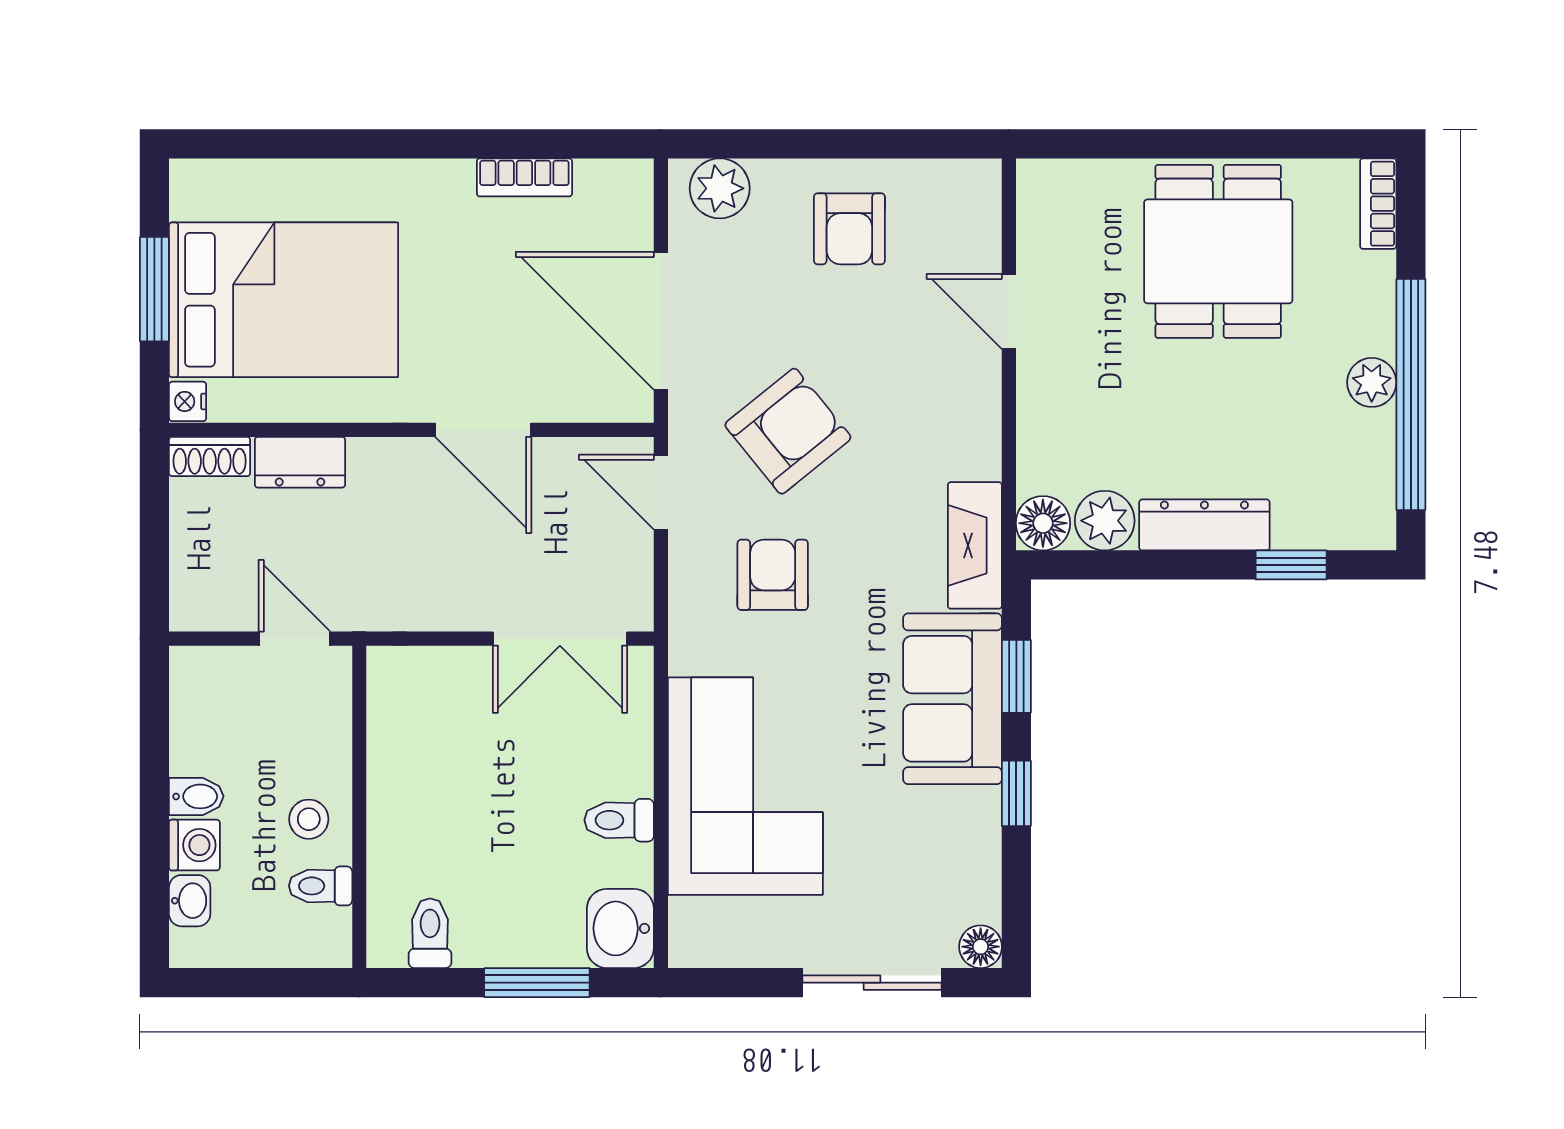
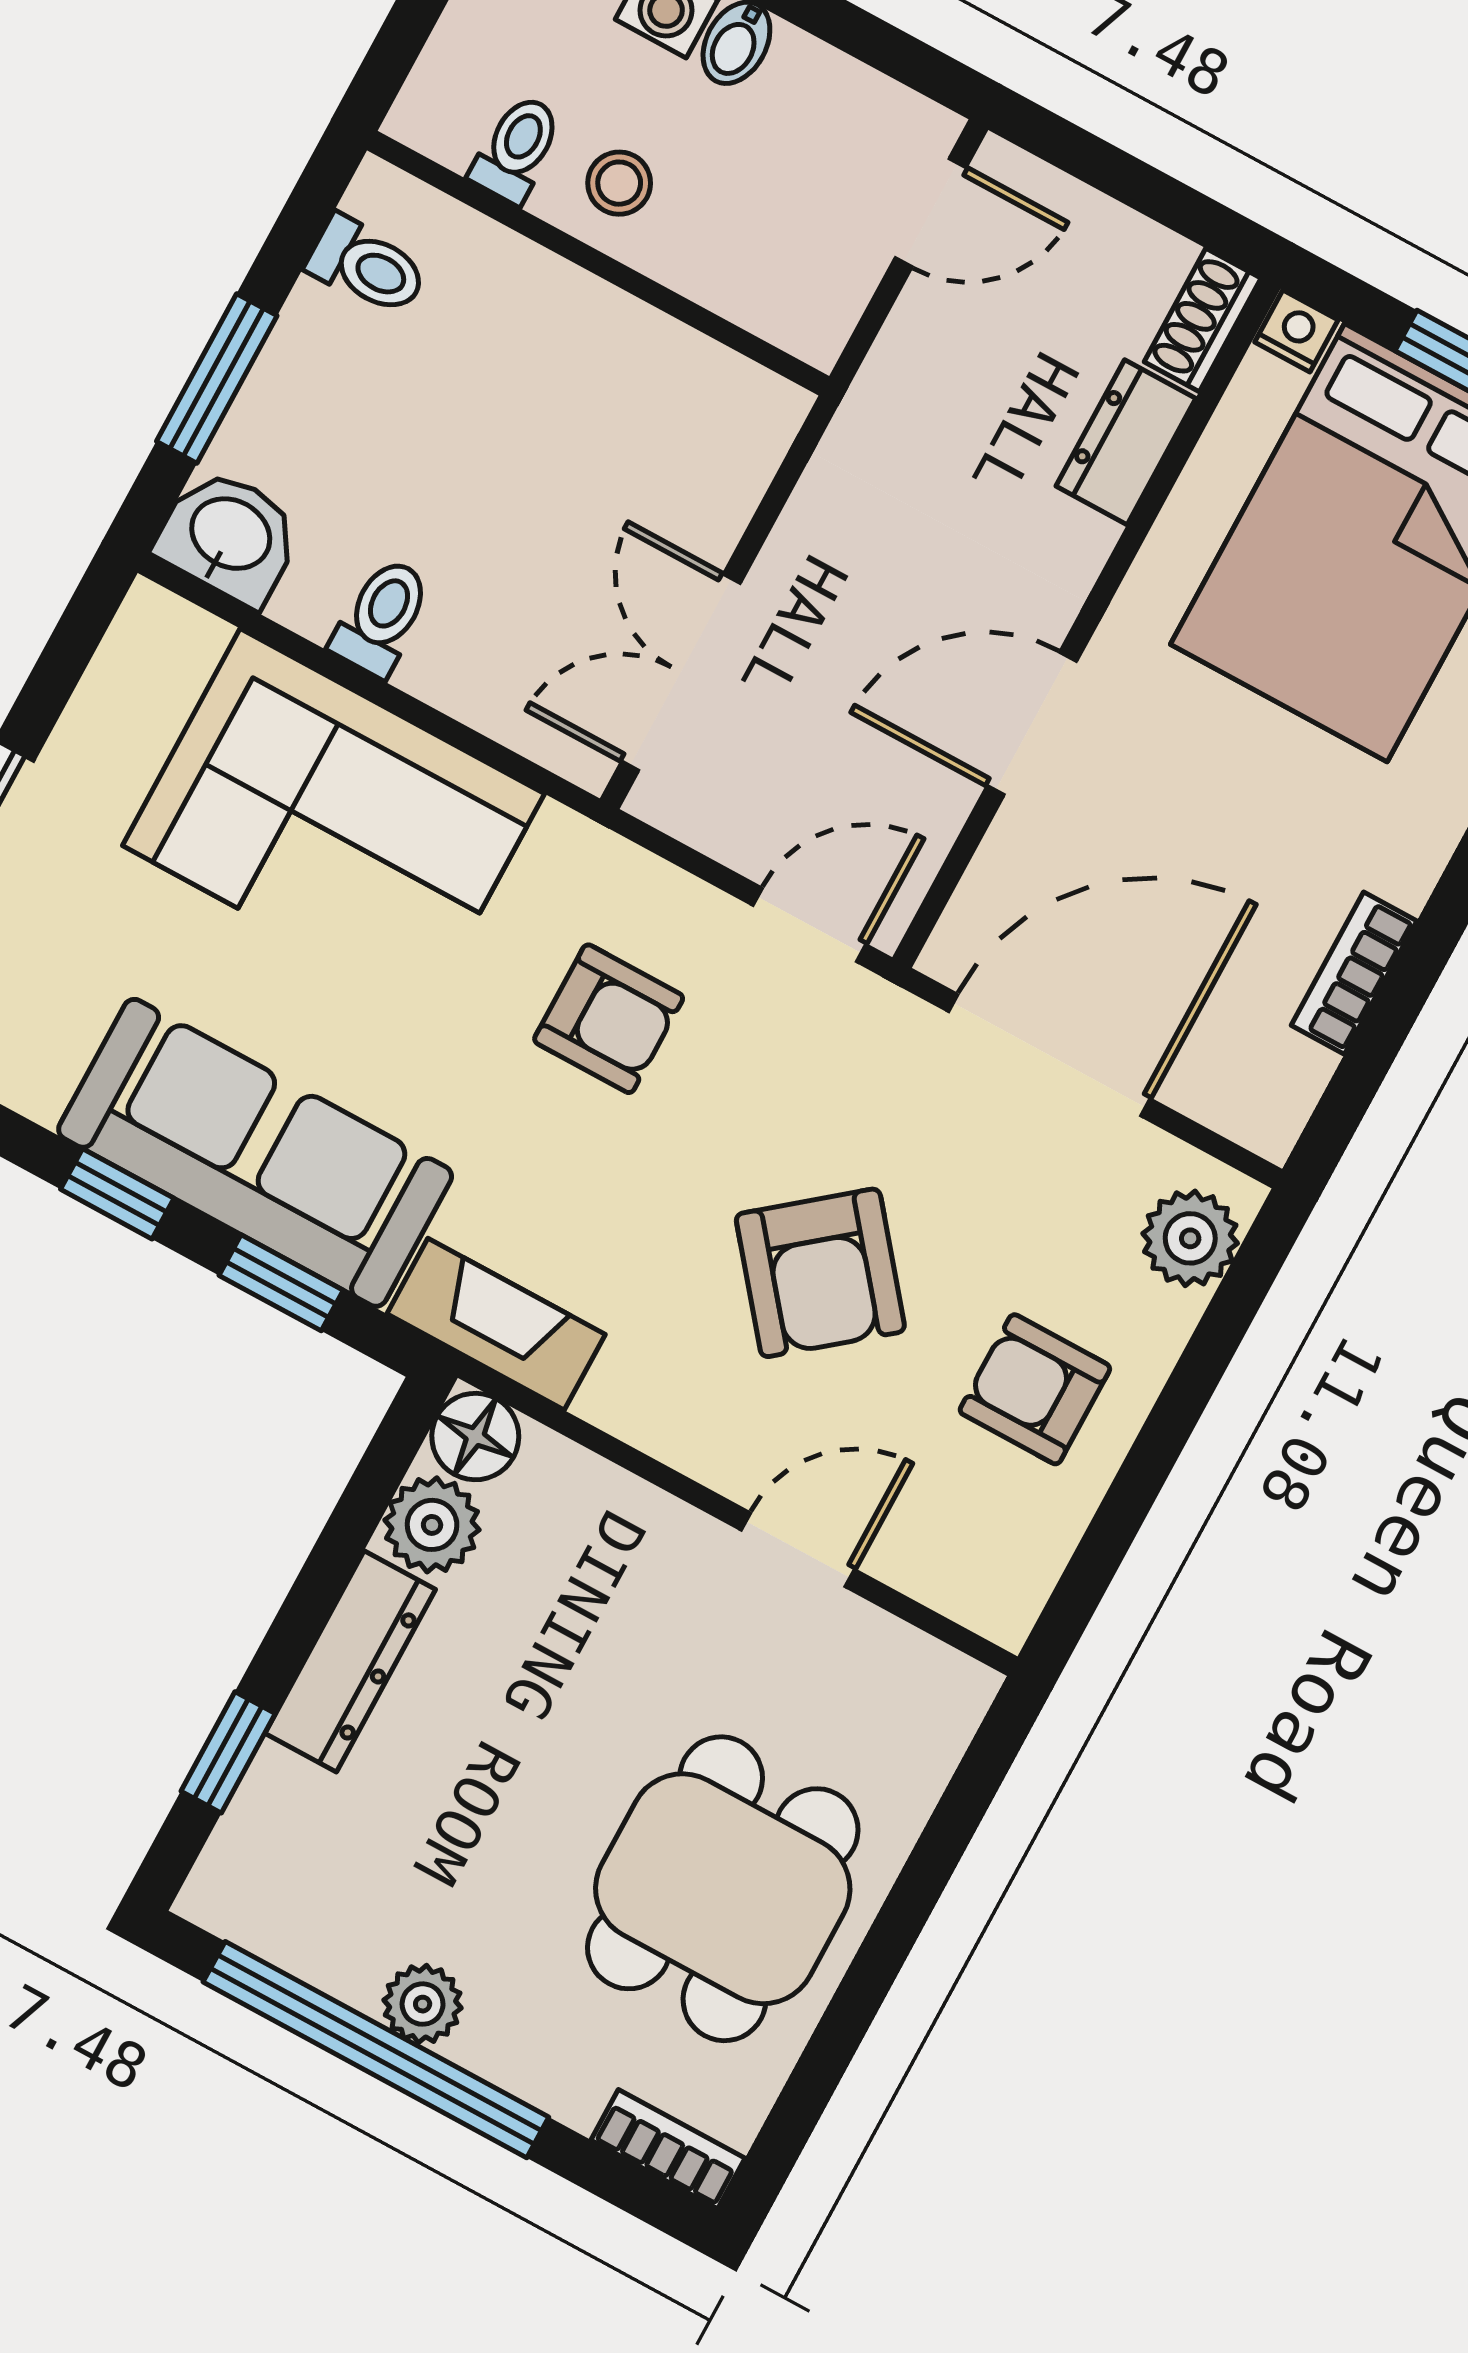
dining table: (1218, 251) -> (723, 1889), turned 90
armchair: (788, 431) -> (820, 1273), moved
door: (294, 639) -> (931, 213), moved
sofa: (952, 699) -> (255, 1153), width x1.36

